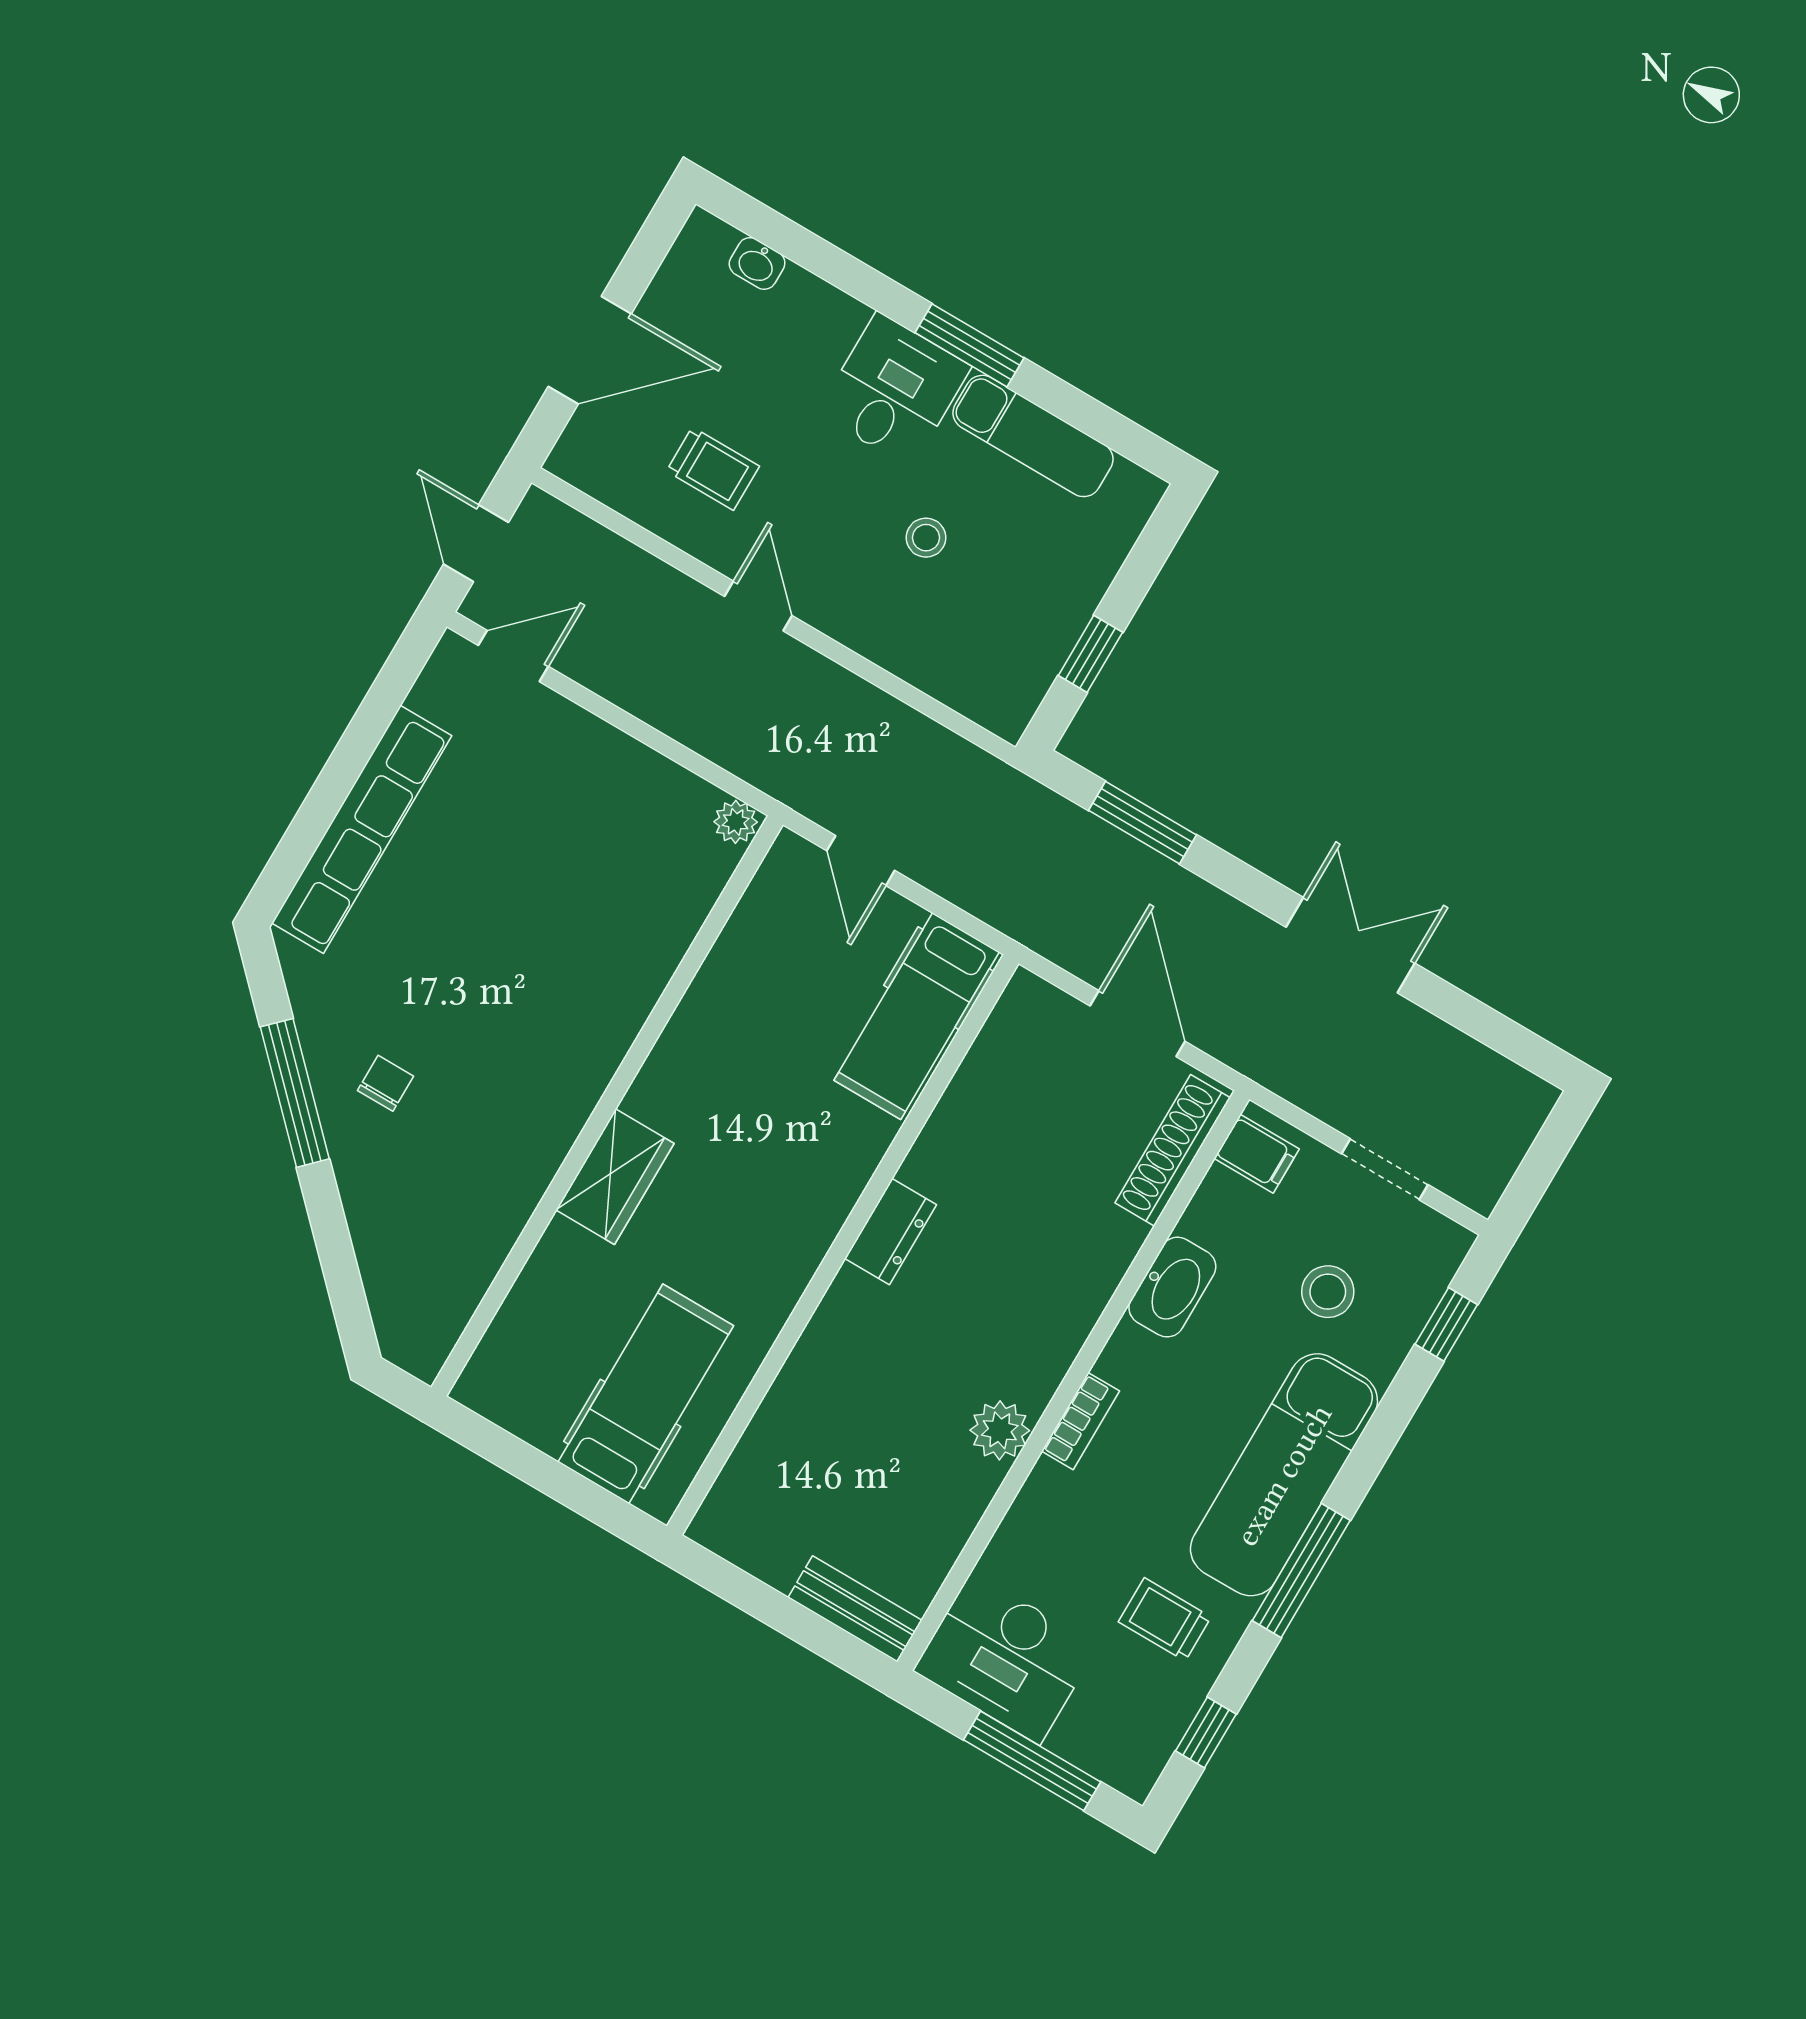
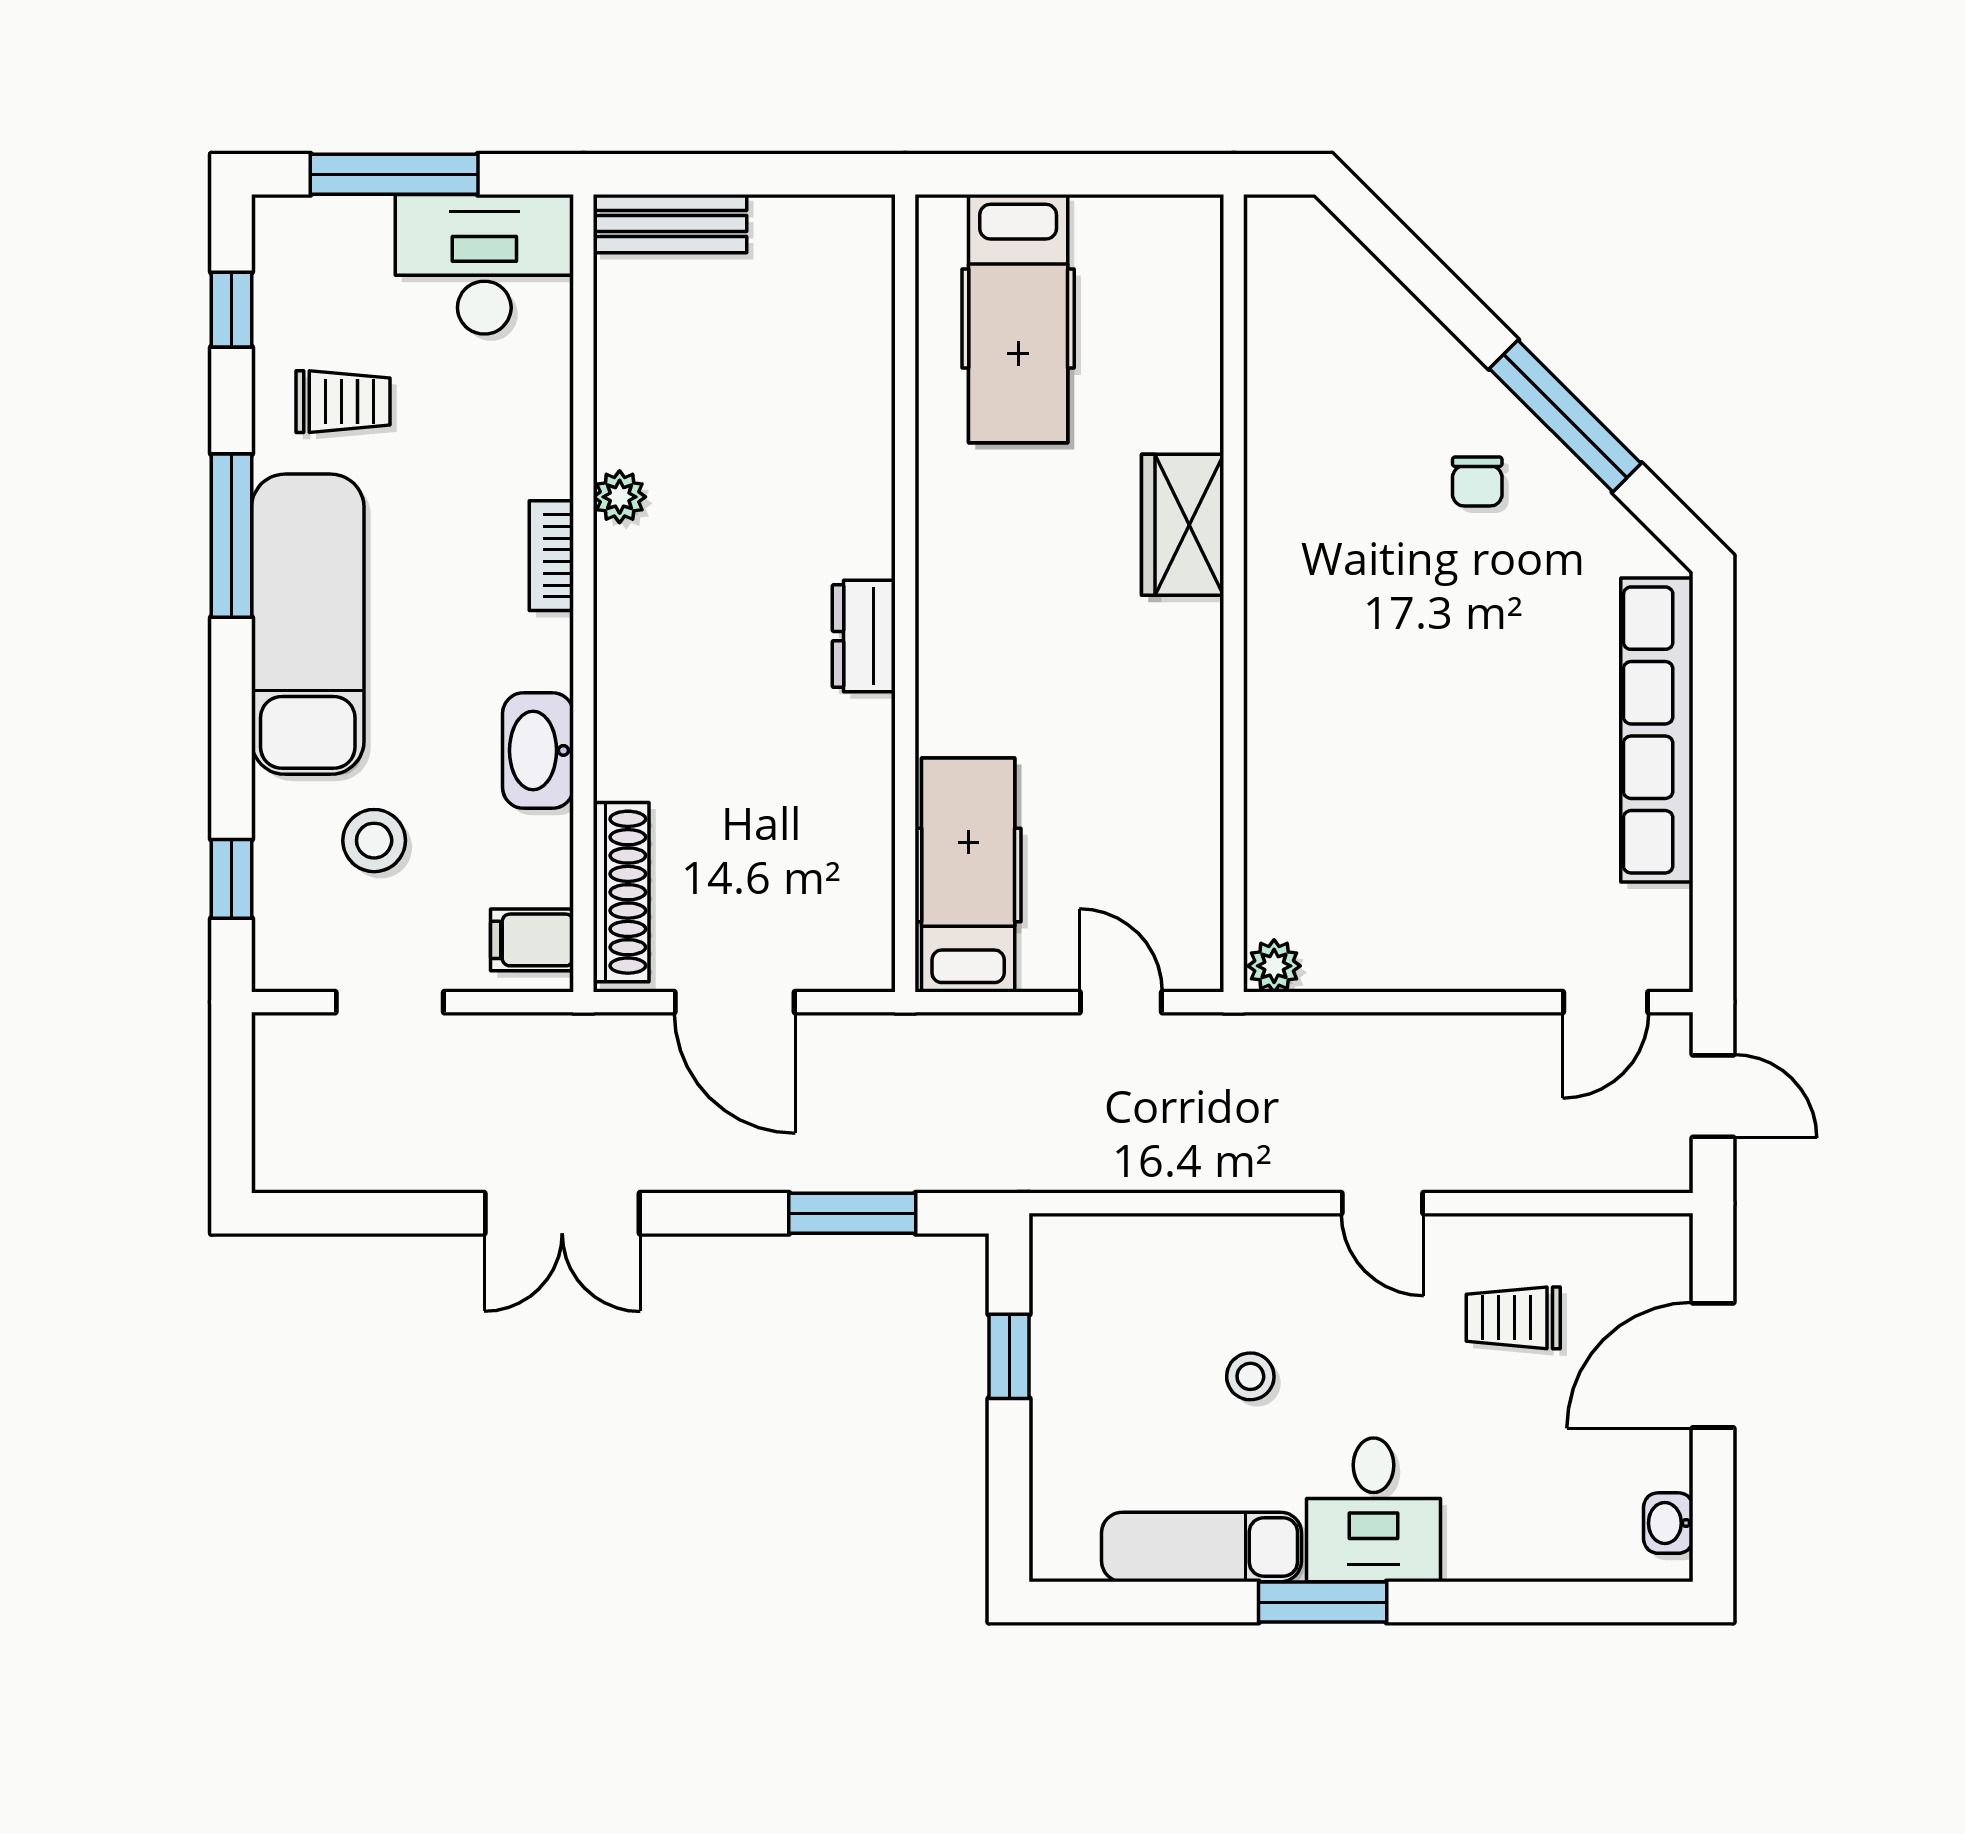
washbasin: (757, 263) -> (1668, 1523), moved, turned -90
plant: (1000, 1430) -> (620, 497), width x0.73, depth x0.73

